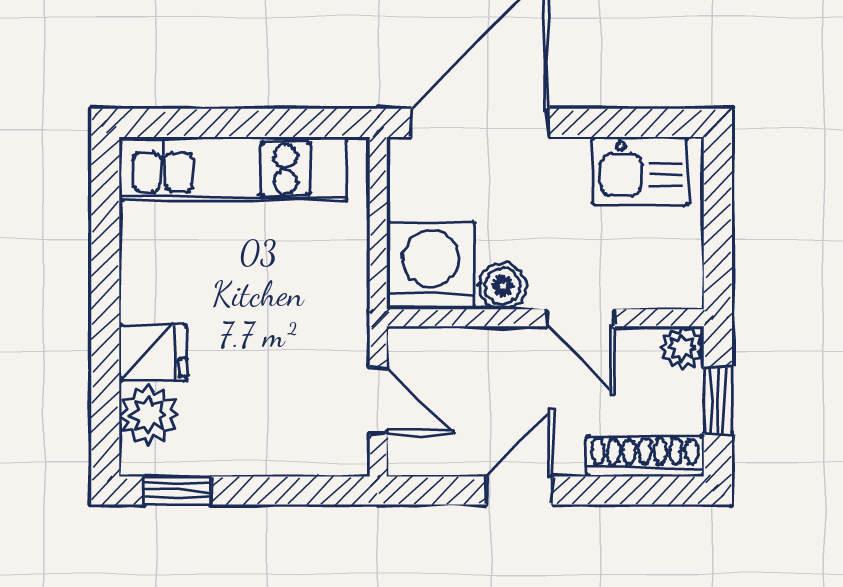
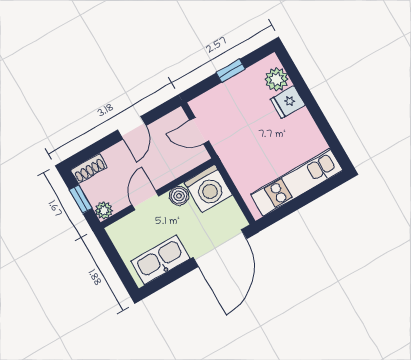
kitchen sink: (640, 171) -> (160, 260), width x1.38
door: (581, 318) -> (145, 200), hinge flipped
shoe rack: (645, 456) -> (89, 168), width x0.70
window: (178, 490) -> (231, 71), moved

